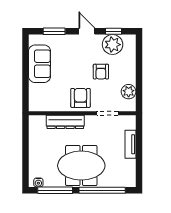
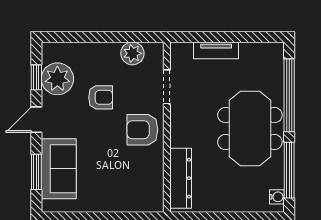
sofa: (40, 64) -> (59, 169), moved, turned 90
dresser: (65, 122) -> (181, 178), moved

